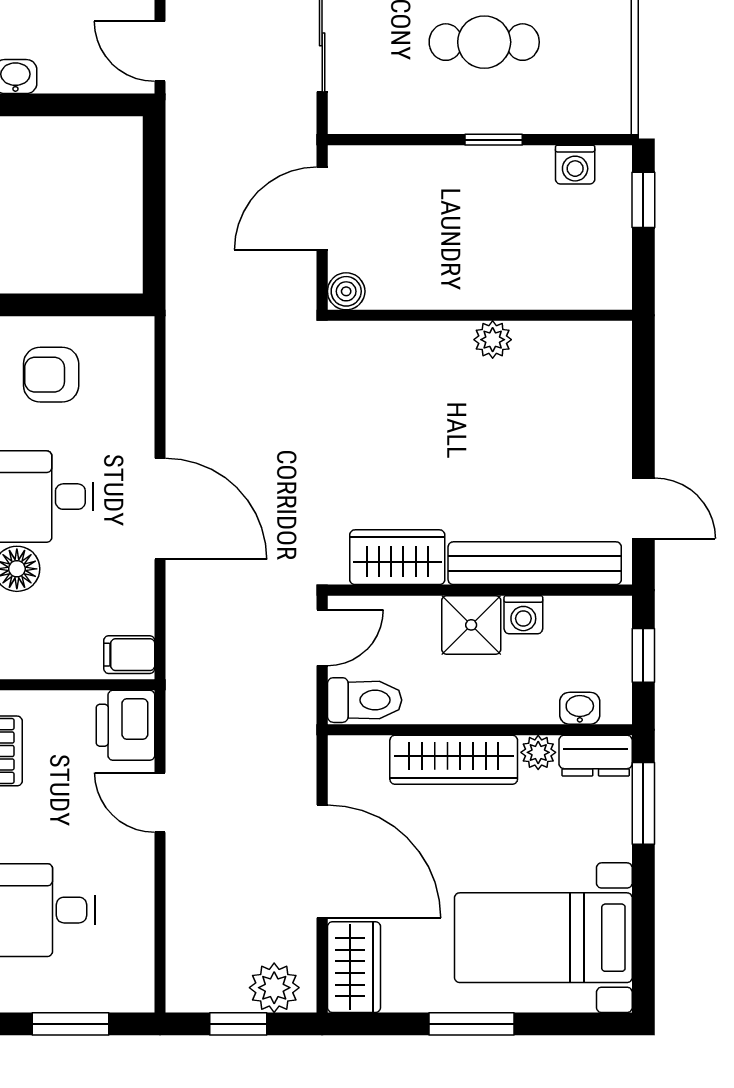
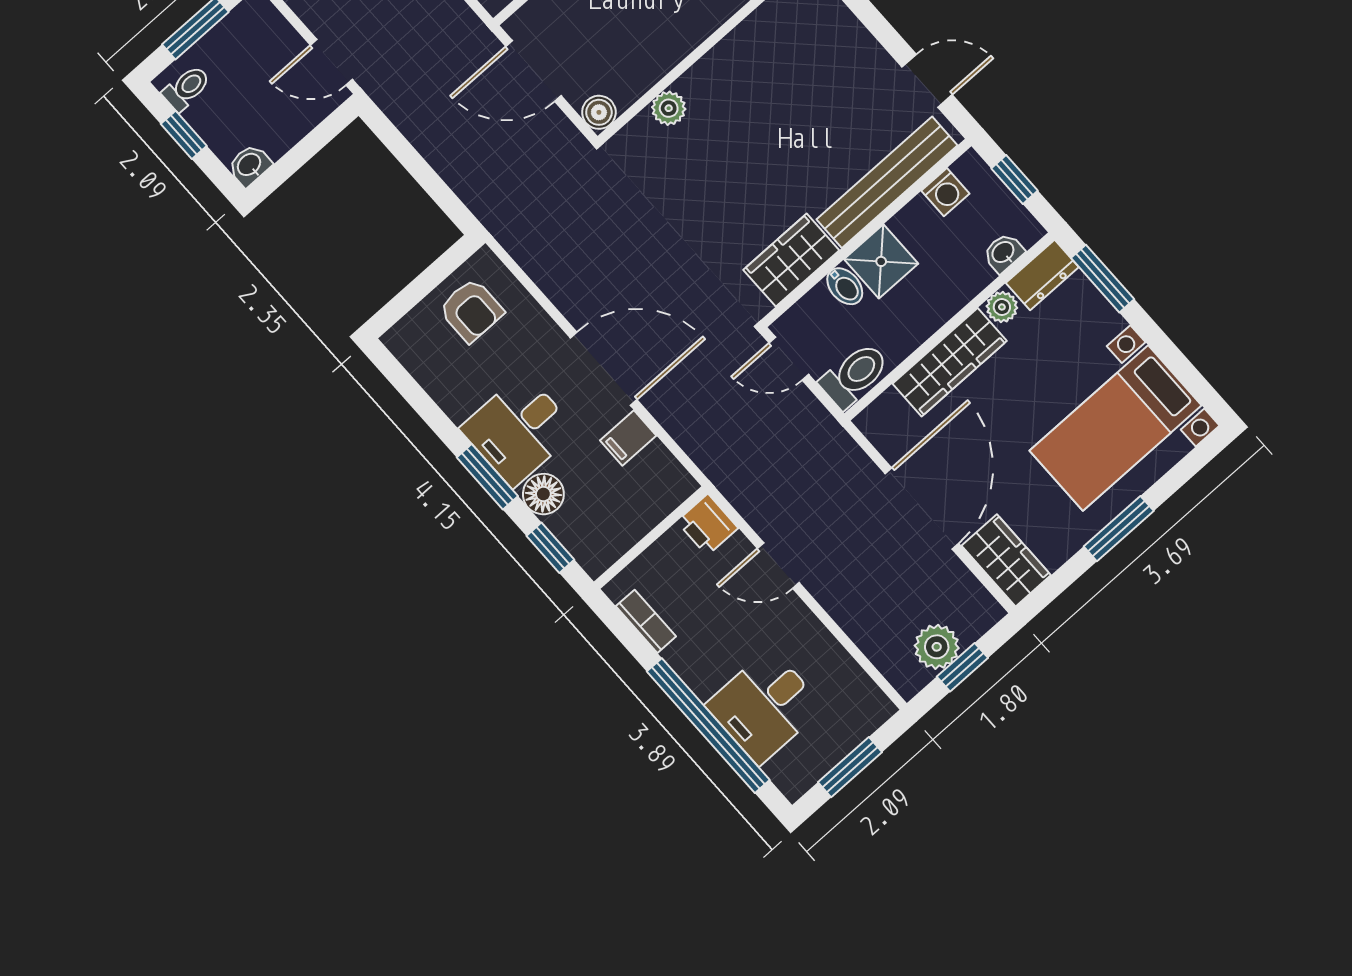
door: (322, 208) -> (533, 71), hinge flipped
plant: (493, 340) -> (669, 108), moved
armchair: (51, 375) -> (471, 310), moved, turned -90
washing machine: (523, 615) -> (945, 192), moved
bidet: (422, 619) -> (845, 286), added
door: (322, 638) -> (789, 359), swing flipped
filing cabinet: (129, 655) -> (628, 438), moved
printer: (126, 725) -> (707, 525), width x0.73, depth x0.81
door: (322, 861) -> (922, 509), hinge flipped
plant: (274, 988) -> (937, 647), moved

